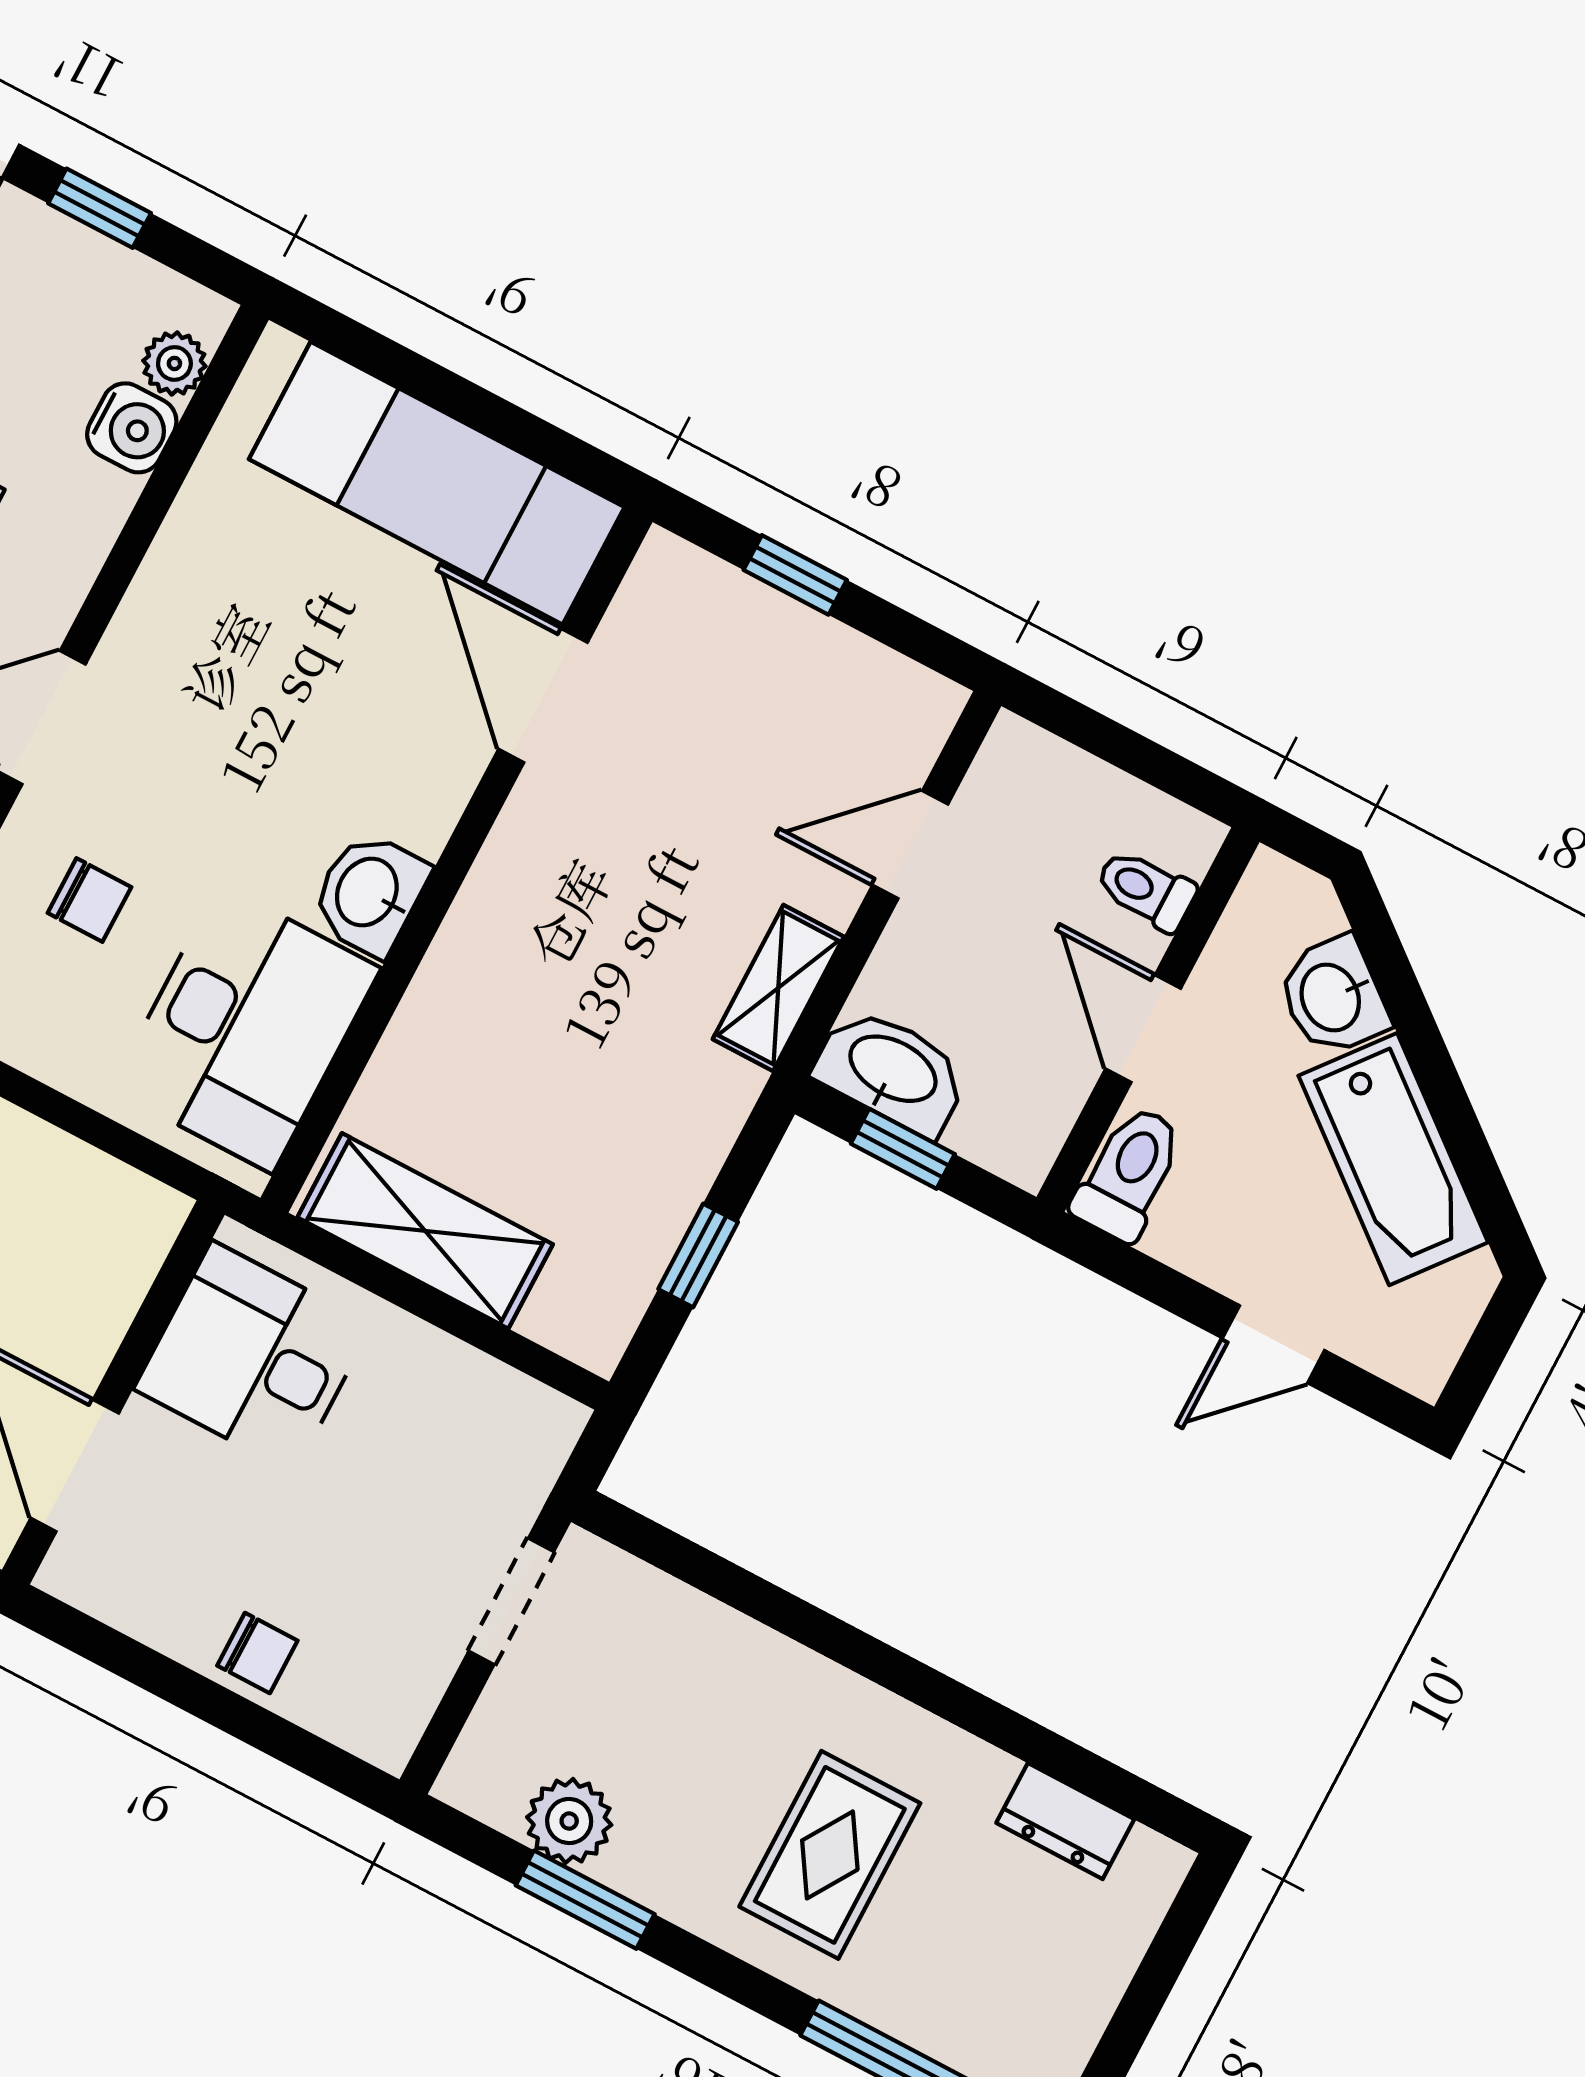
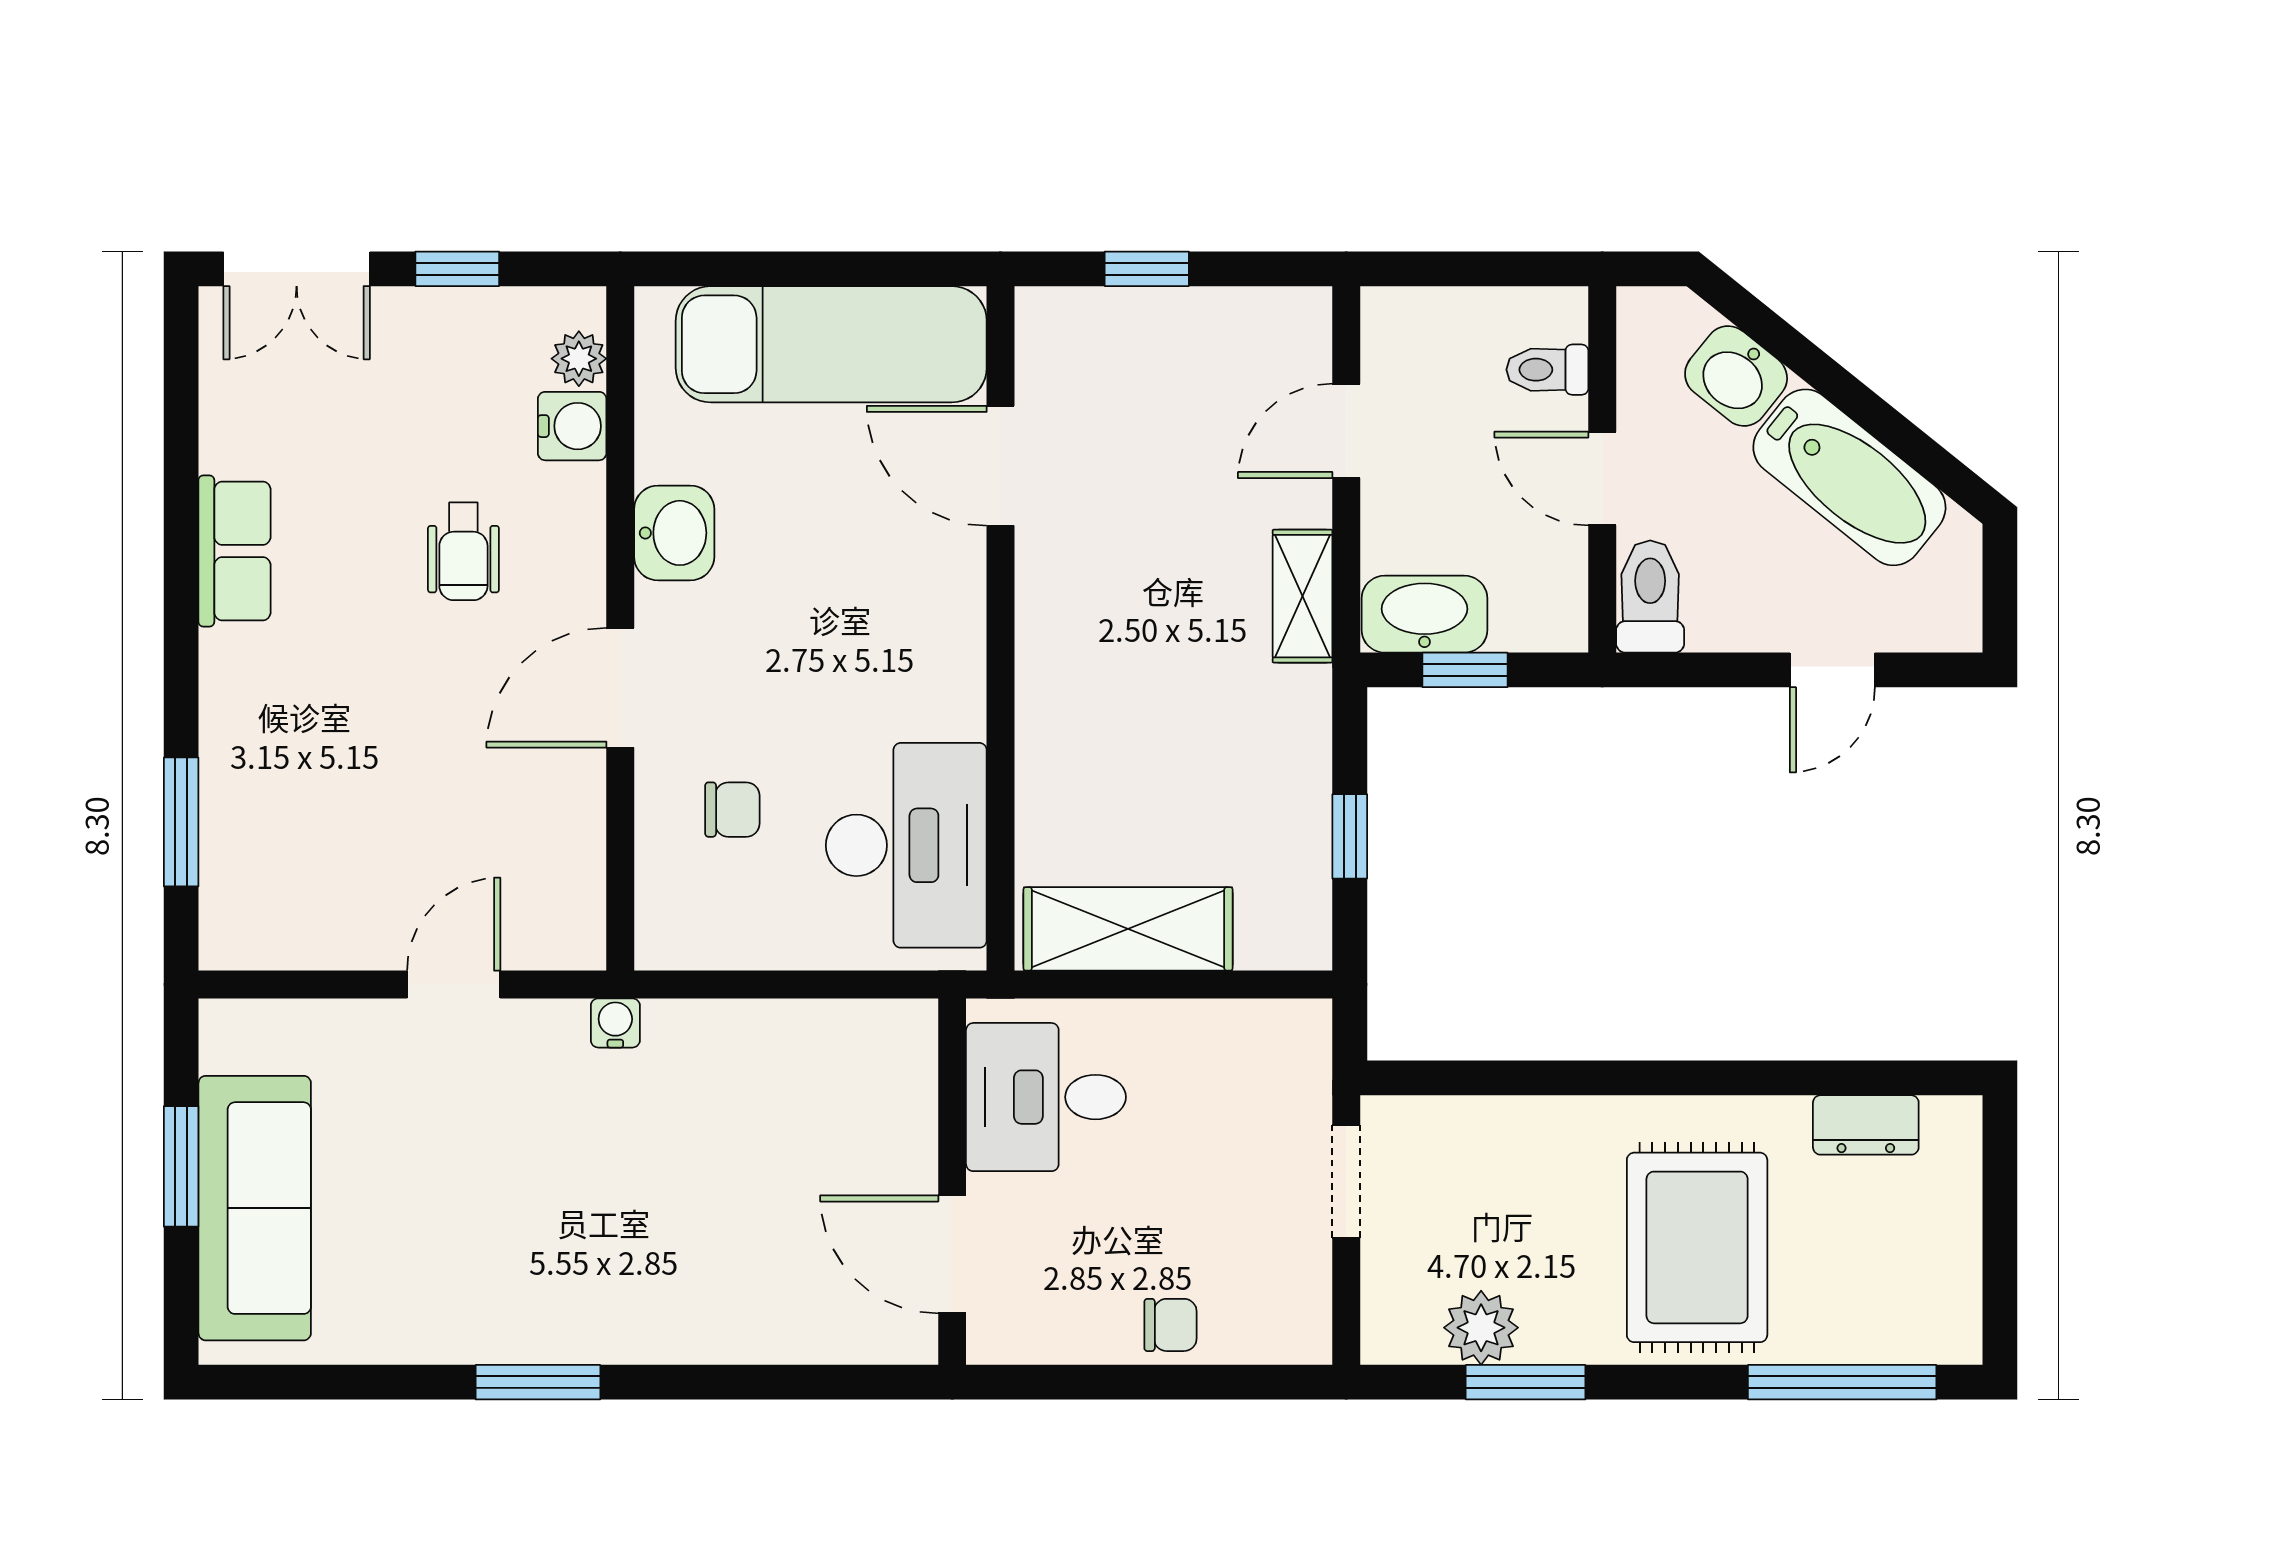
washbasin: (369, 893) -> (674, 533), moved, turned 180
rug: (830, 1855) -> (1697, 1247), width x1.36, depth x1.43

